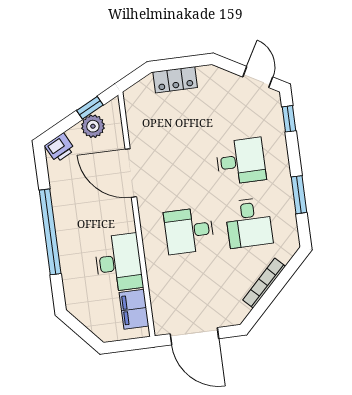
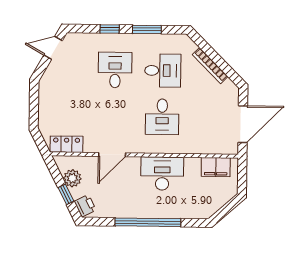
locker: (175, 80) -> (67, 144), moved, turned -90
window: (90, 108) -> (66, 194), moved
window: (289, 119) -> (110, 29), moved
door: (131, 173) -> (112, 155), width x0.73
desk: (119, 263) -> (162, 174), moved

